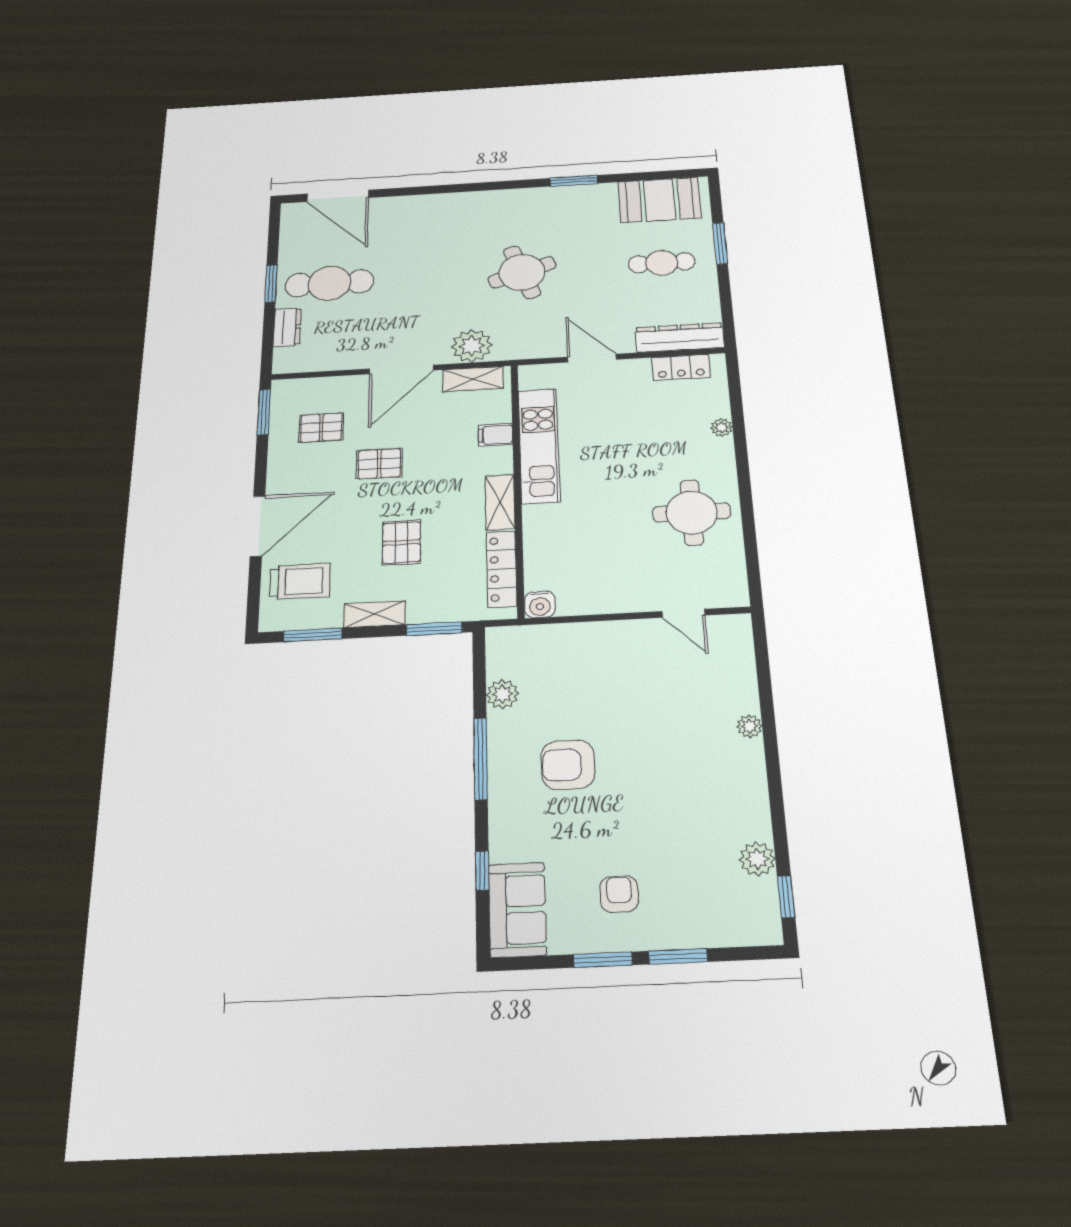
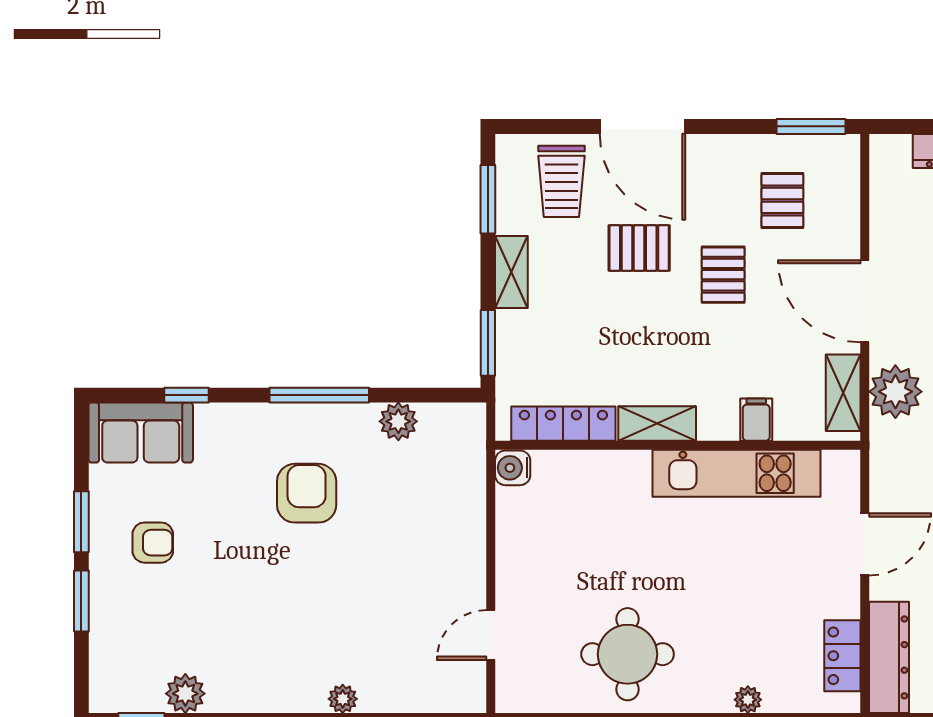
pallet: (401, 543) -> (639, 248), moved

